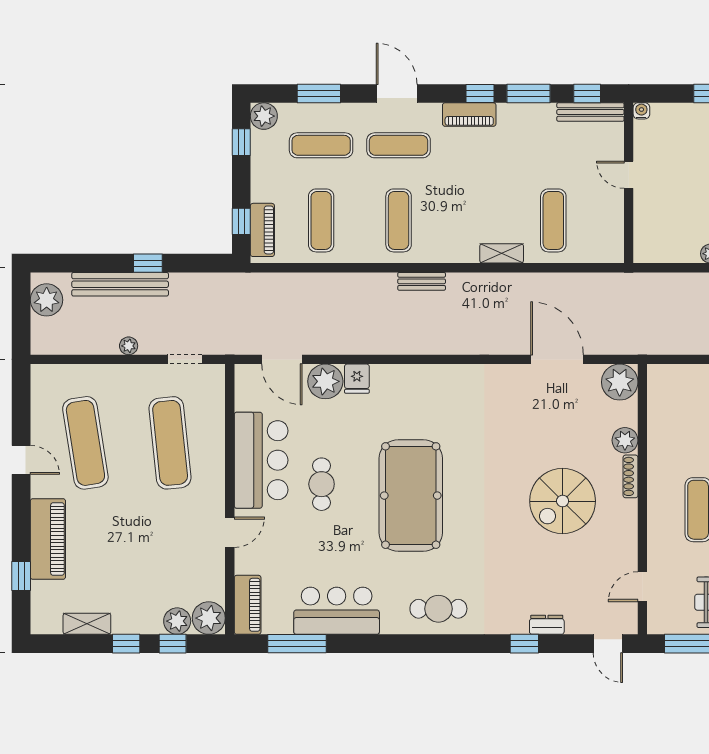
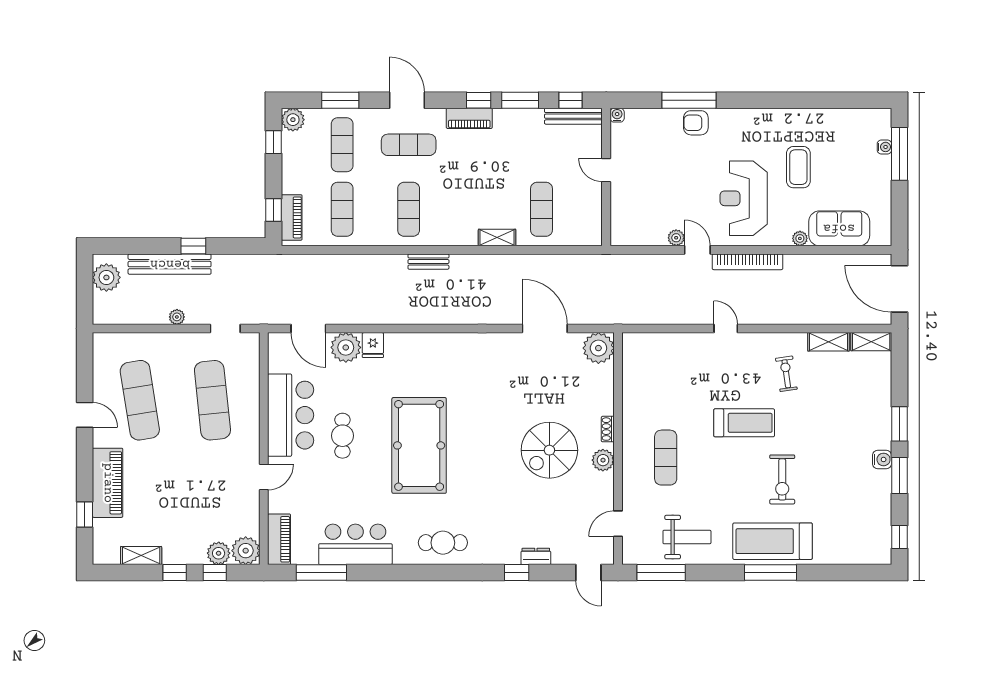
exercise mat: (321, 145) -> (342, 145), turned 90
plant: (625, 440) -> (603, 460), moved
shoe rack: (630, 476) -> (608, 429), width x0.70

